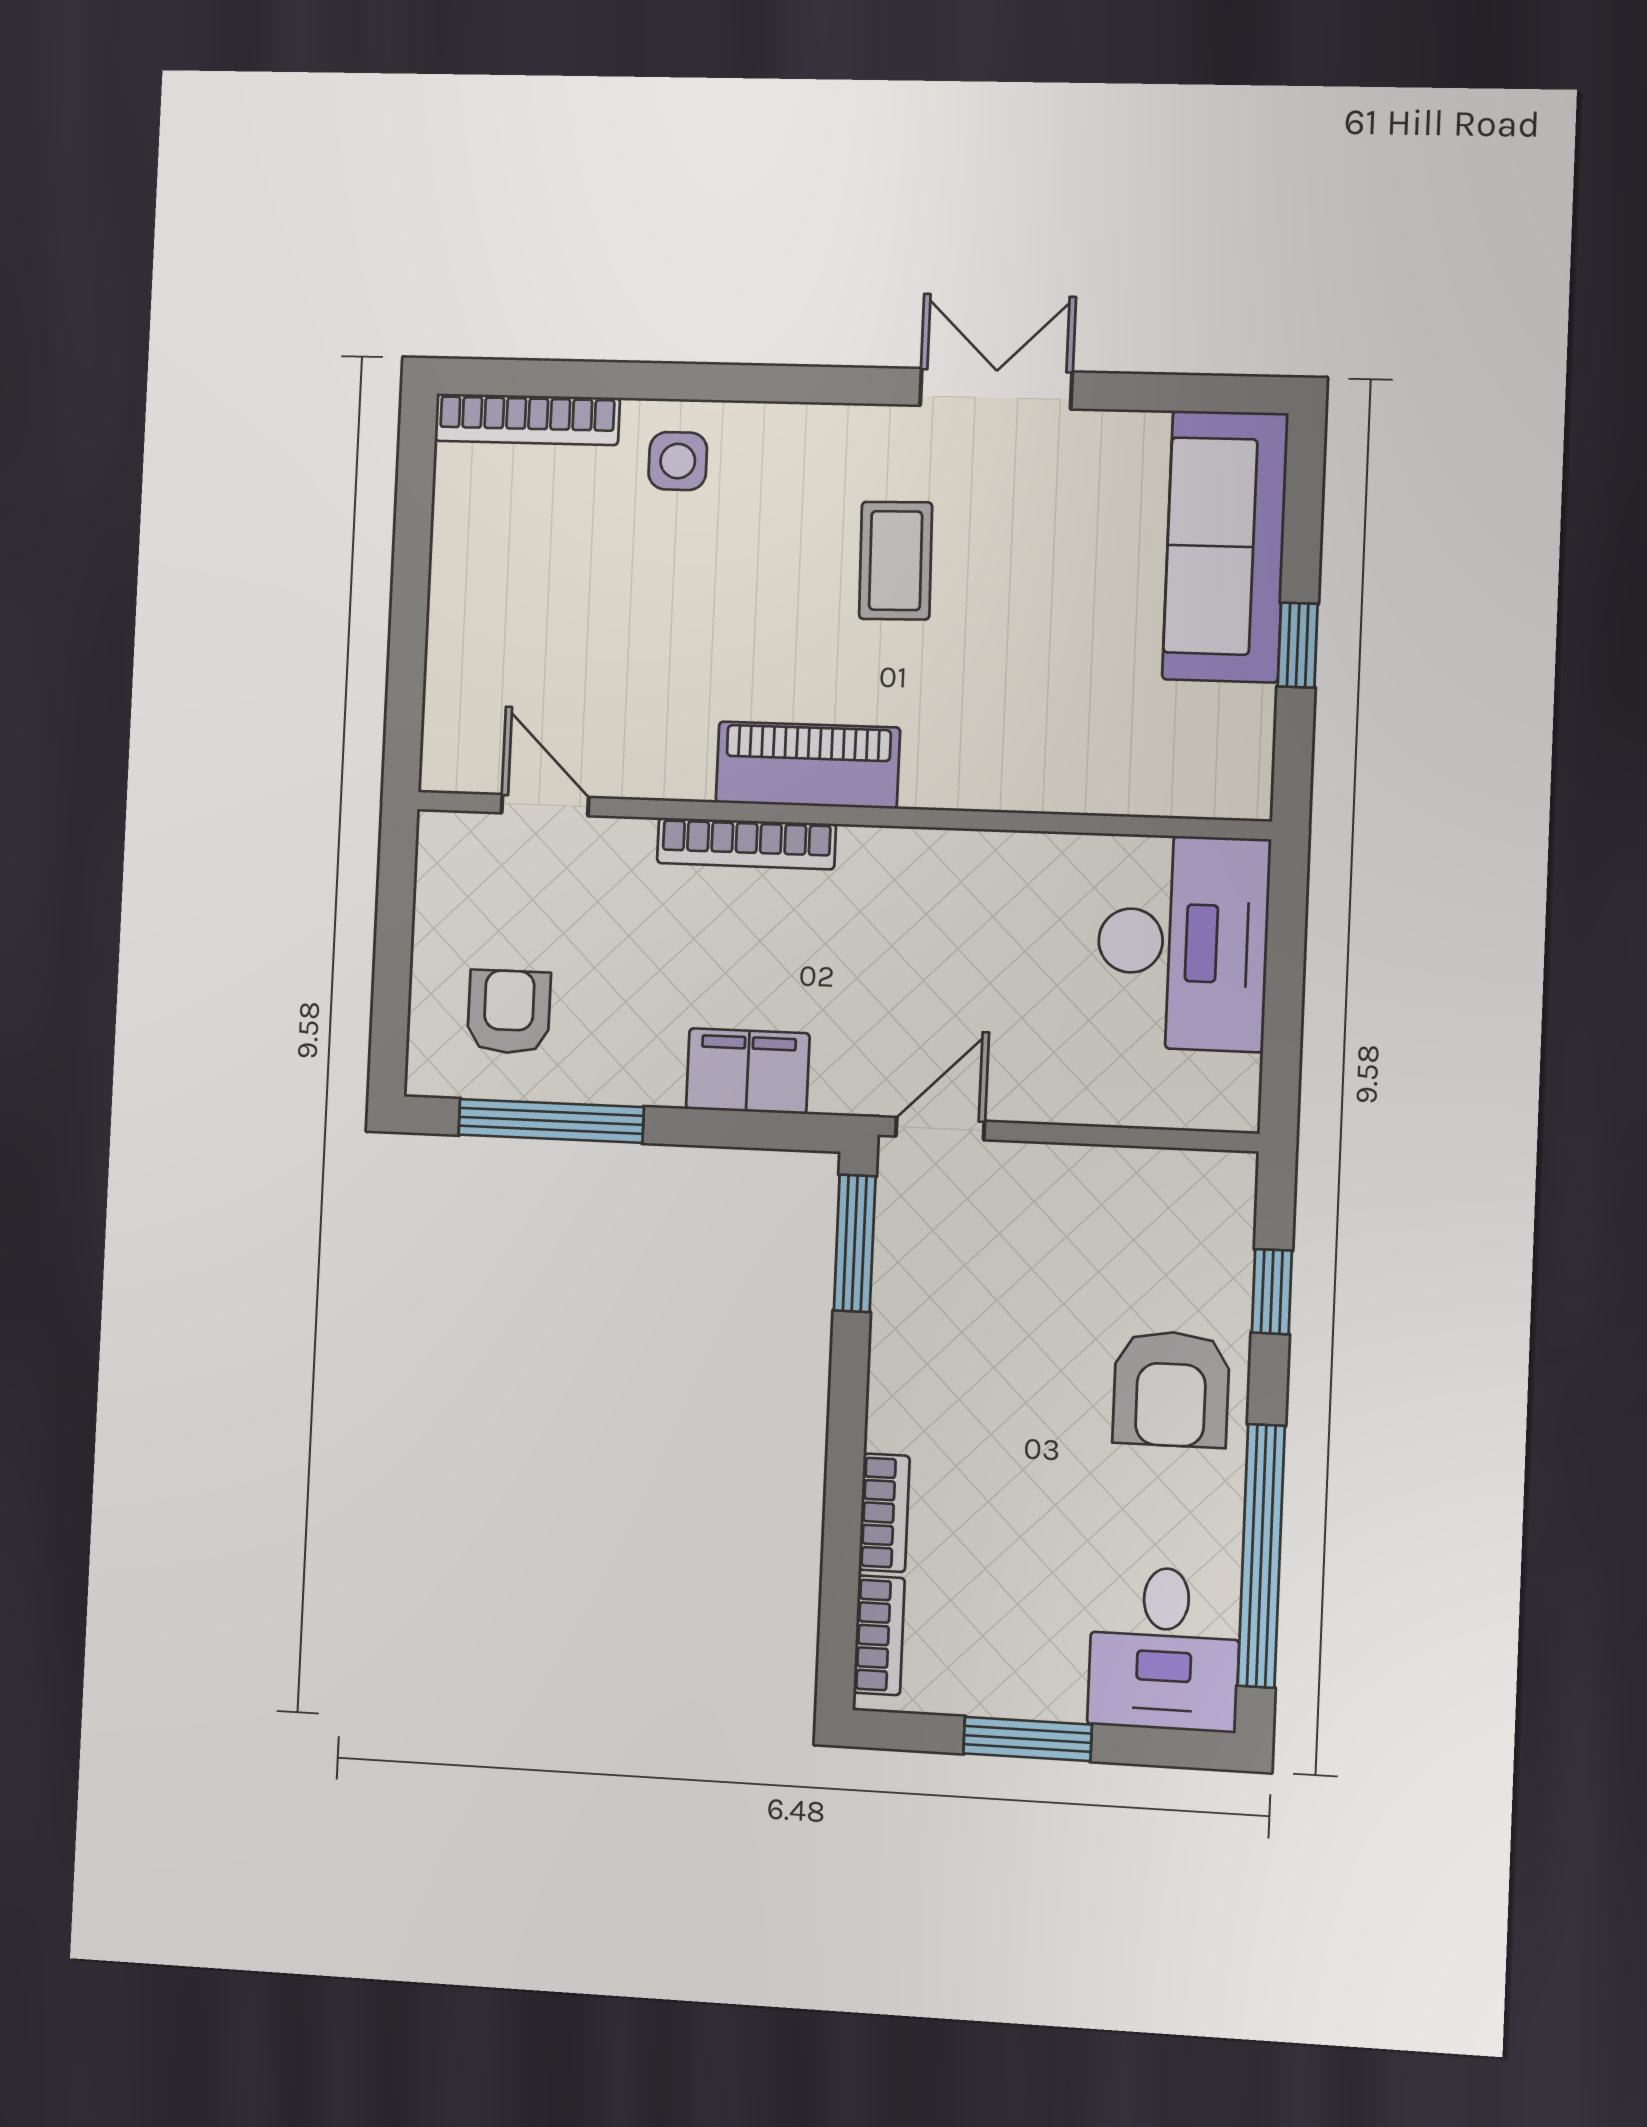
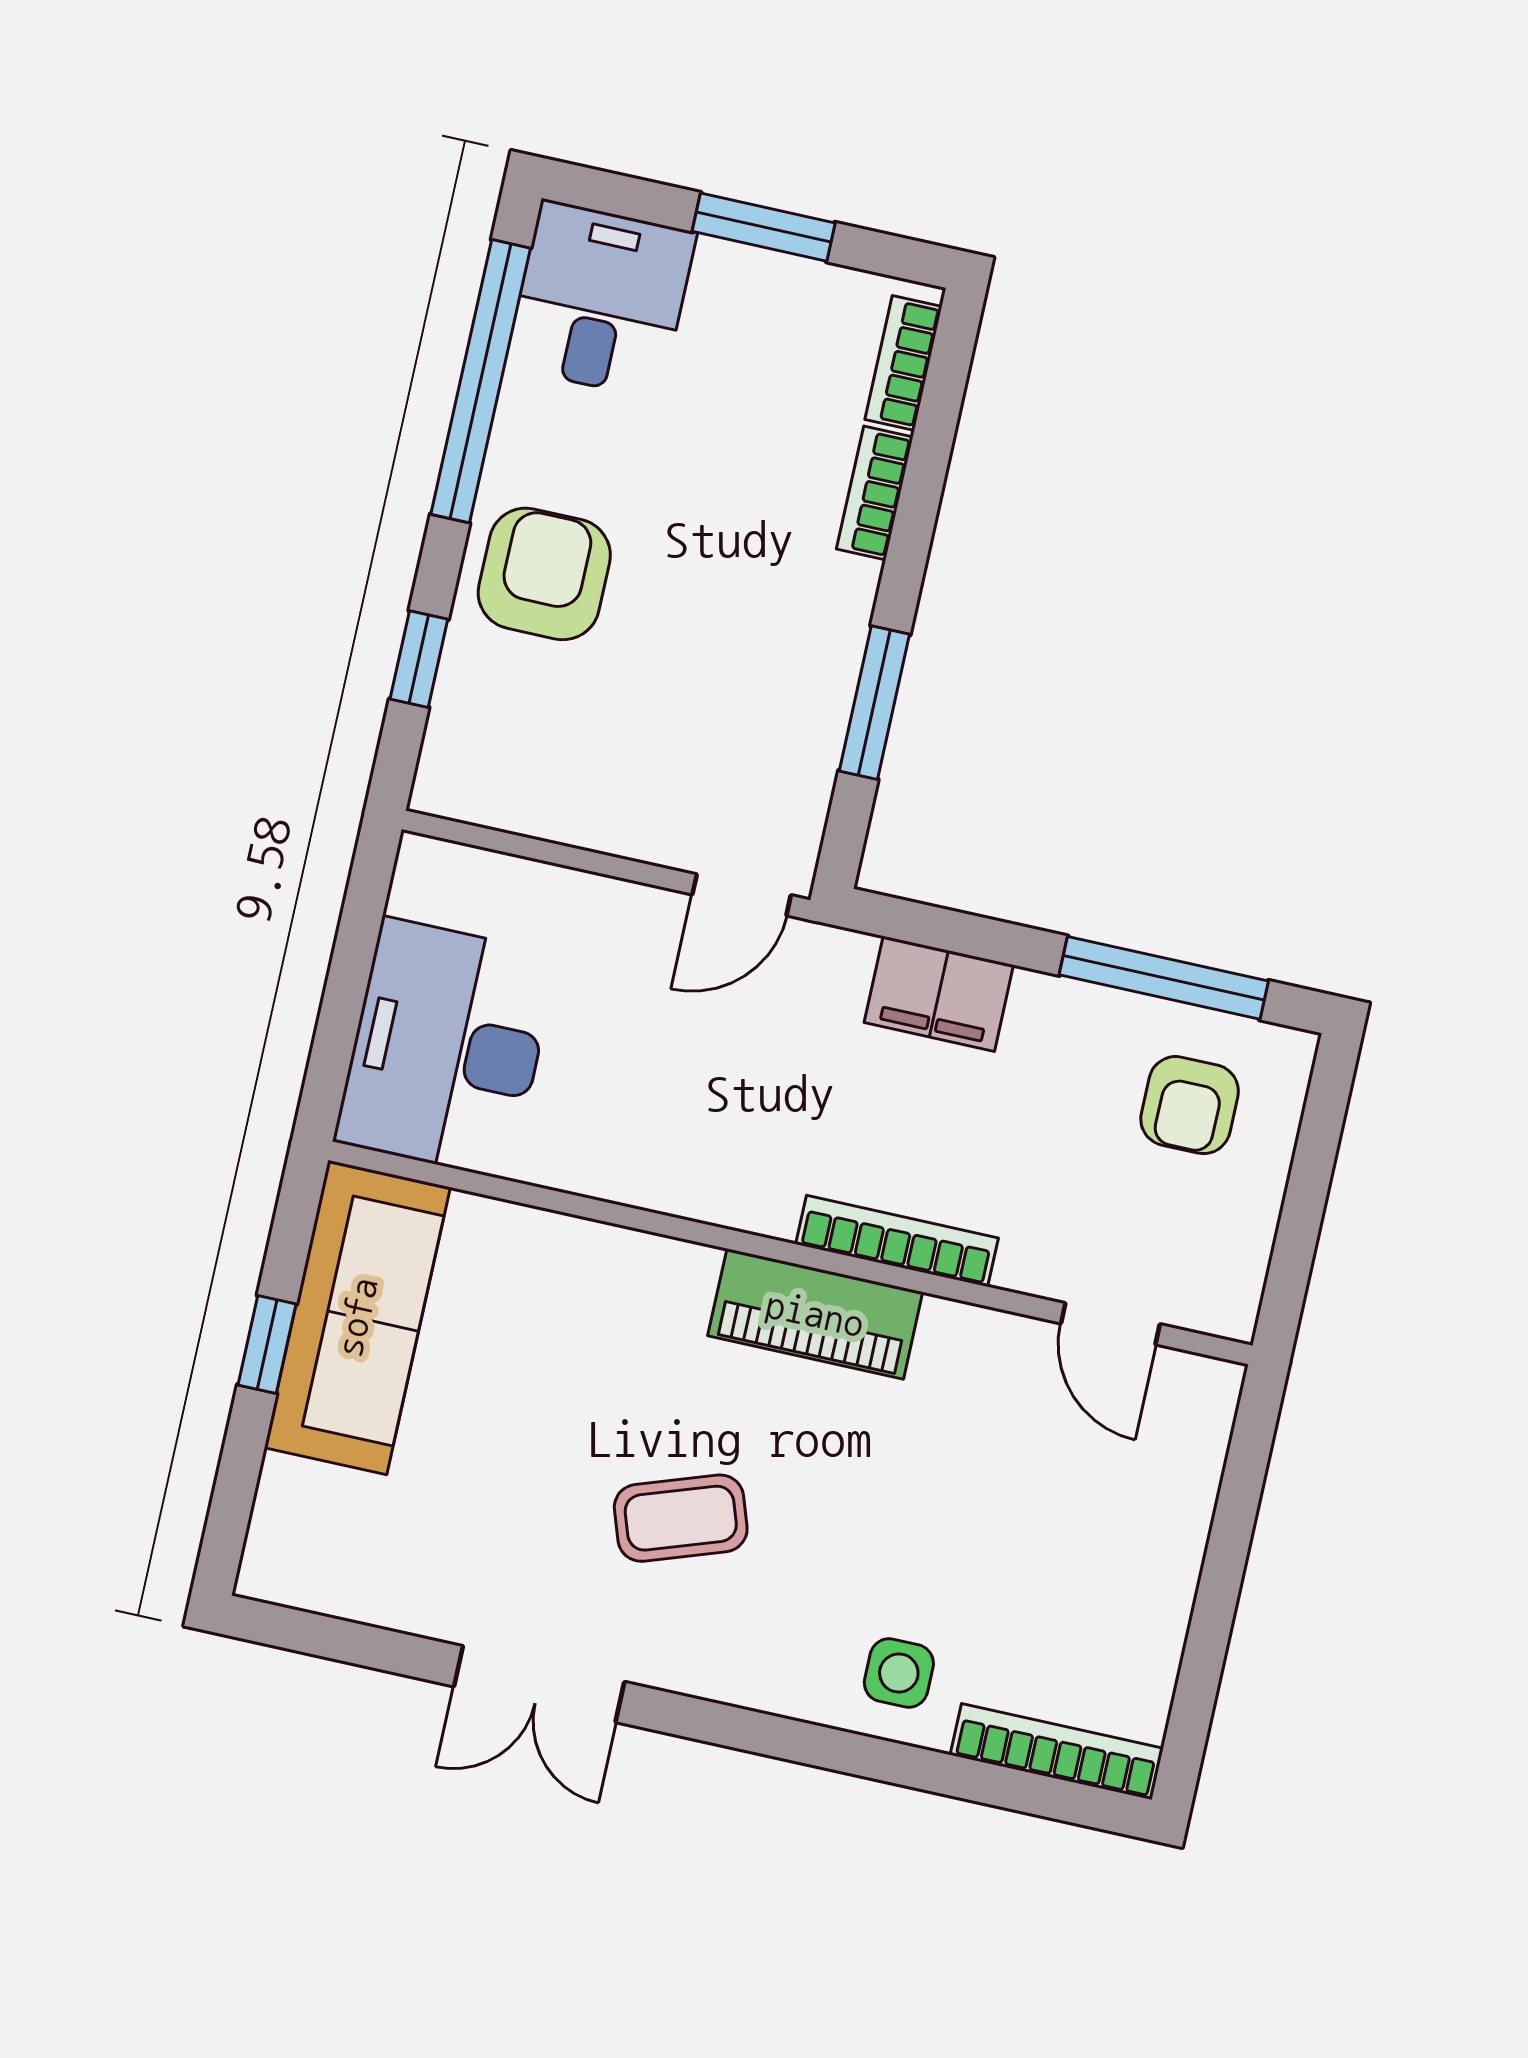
sofa: (1225, 546) -> (357, 1317), moved
coffee table: (896, 561) -> (681, 1518), turned 72
window: (855, 1243) -> (874, 703), moved

